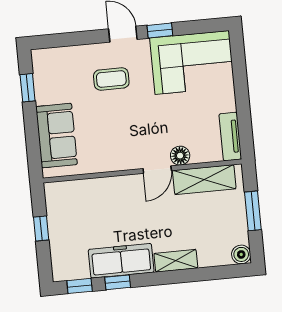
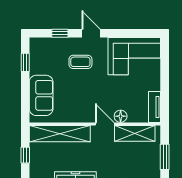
window: (160, 31) -> (60, 33), moved
door: (157, 170) -> (105, 124), swing flipped
shelving: (90, 191) -> (60, 134), added

